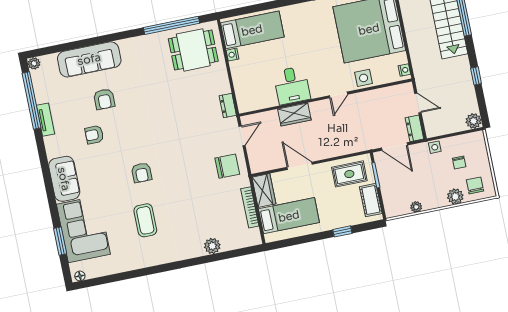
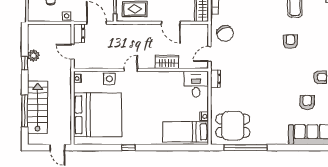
desk: (292, 85) -> (196, 84), moved
plant: (474, 121) -> (33, 55), moved
chair: (227, 166) -> (225, 33), turned -115

